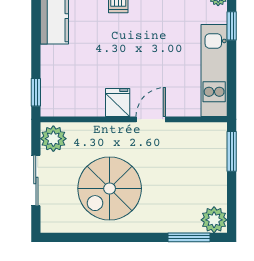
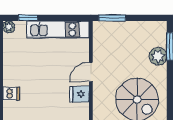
door: (151, 119) -> (91, 72), hinge flipped
plant: (214, 220) -> (158, 56), moved

